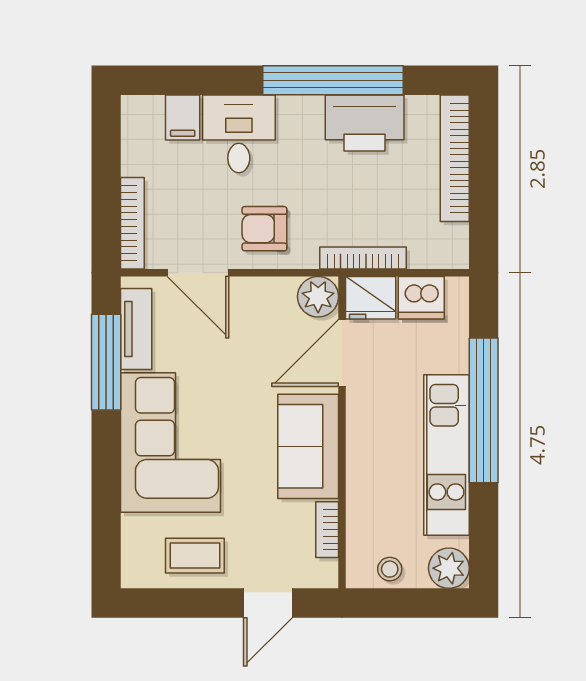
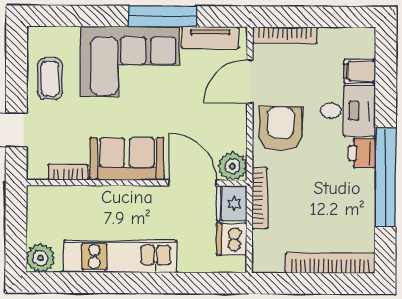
printer: (365, 123) -> (362, 153), moved, width x0.53, depth x0.68
armchair: (264, 229) -> (281, 129), width x1.38, depth x1.38
window: (106, 362) -> (162, 16), moved
window: (484, 410) -> (152, 283), removed
stool: (390, 569) -> (40, 216), removed

